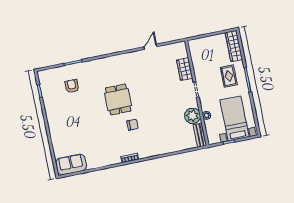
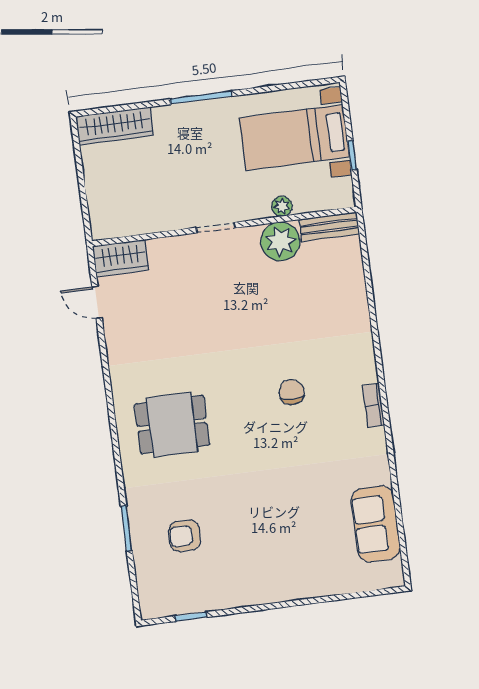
door: (150, 47) -> (97, 302), moved
wardrobe: (185, 69) -> (121, 258), moved
rug: (229, 76) -> (188, 144), removed
dining table: (118, 99) -> (172, 425), moved
sofa: (71, 165) -> (376, 524), moved

